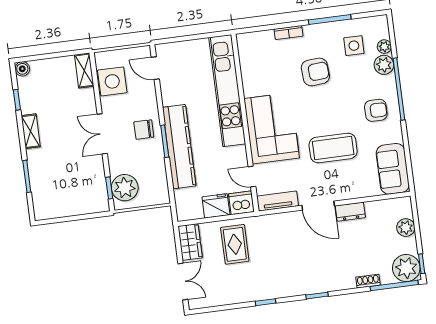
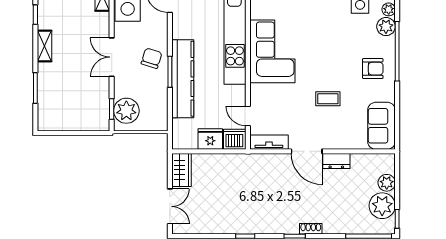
armchair: (315, 72) -> (320, 25), removed
corner sofa: (272, 128) -> (272, 51), moved
chair: (144, 130) -> (152, 58), turned 107
coffee table: (333, 148) -> (328, 99), width x0.54, depth x0.58
rug: (235, 244) -> (223, 178), removed
plant: (406, 268) -> (382, 206), moved
shoe rack: (368, 281) -> (311, 229), moved

